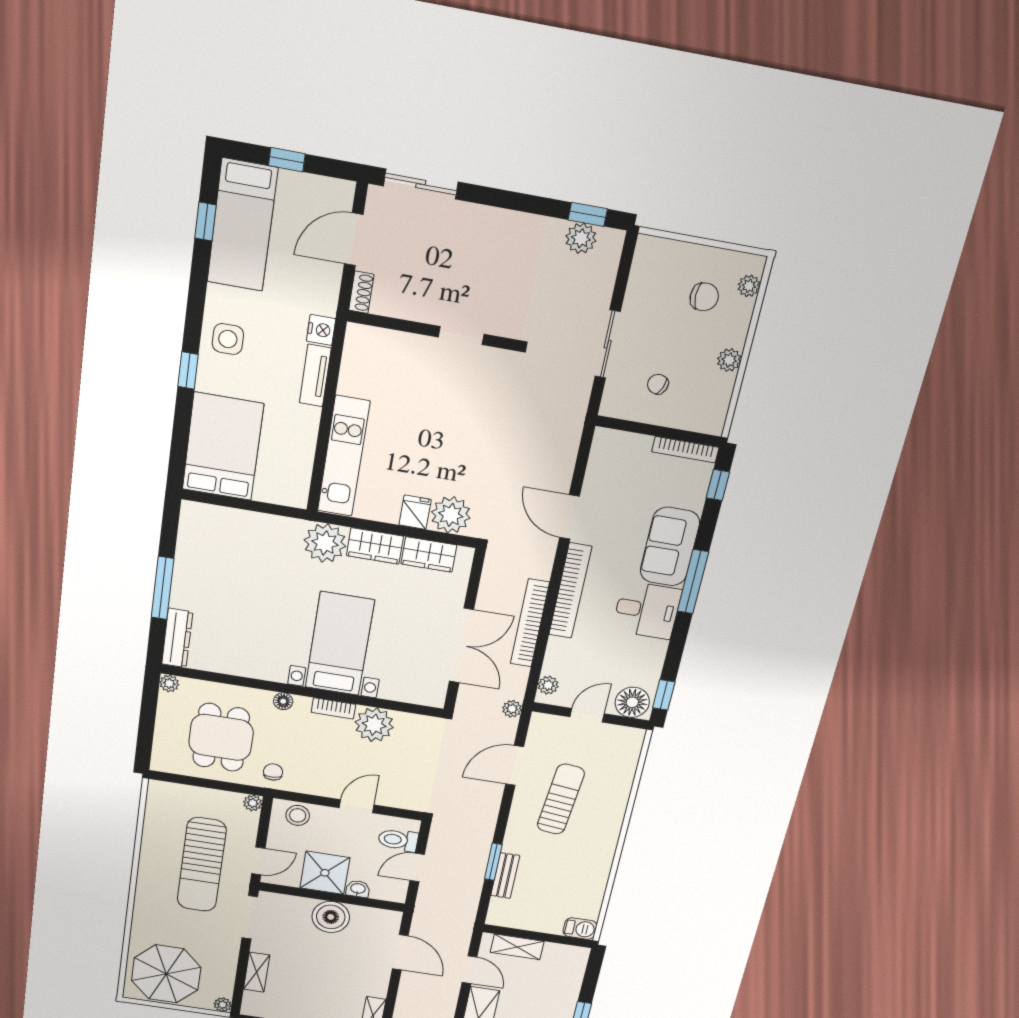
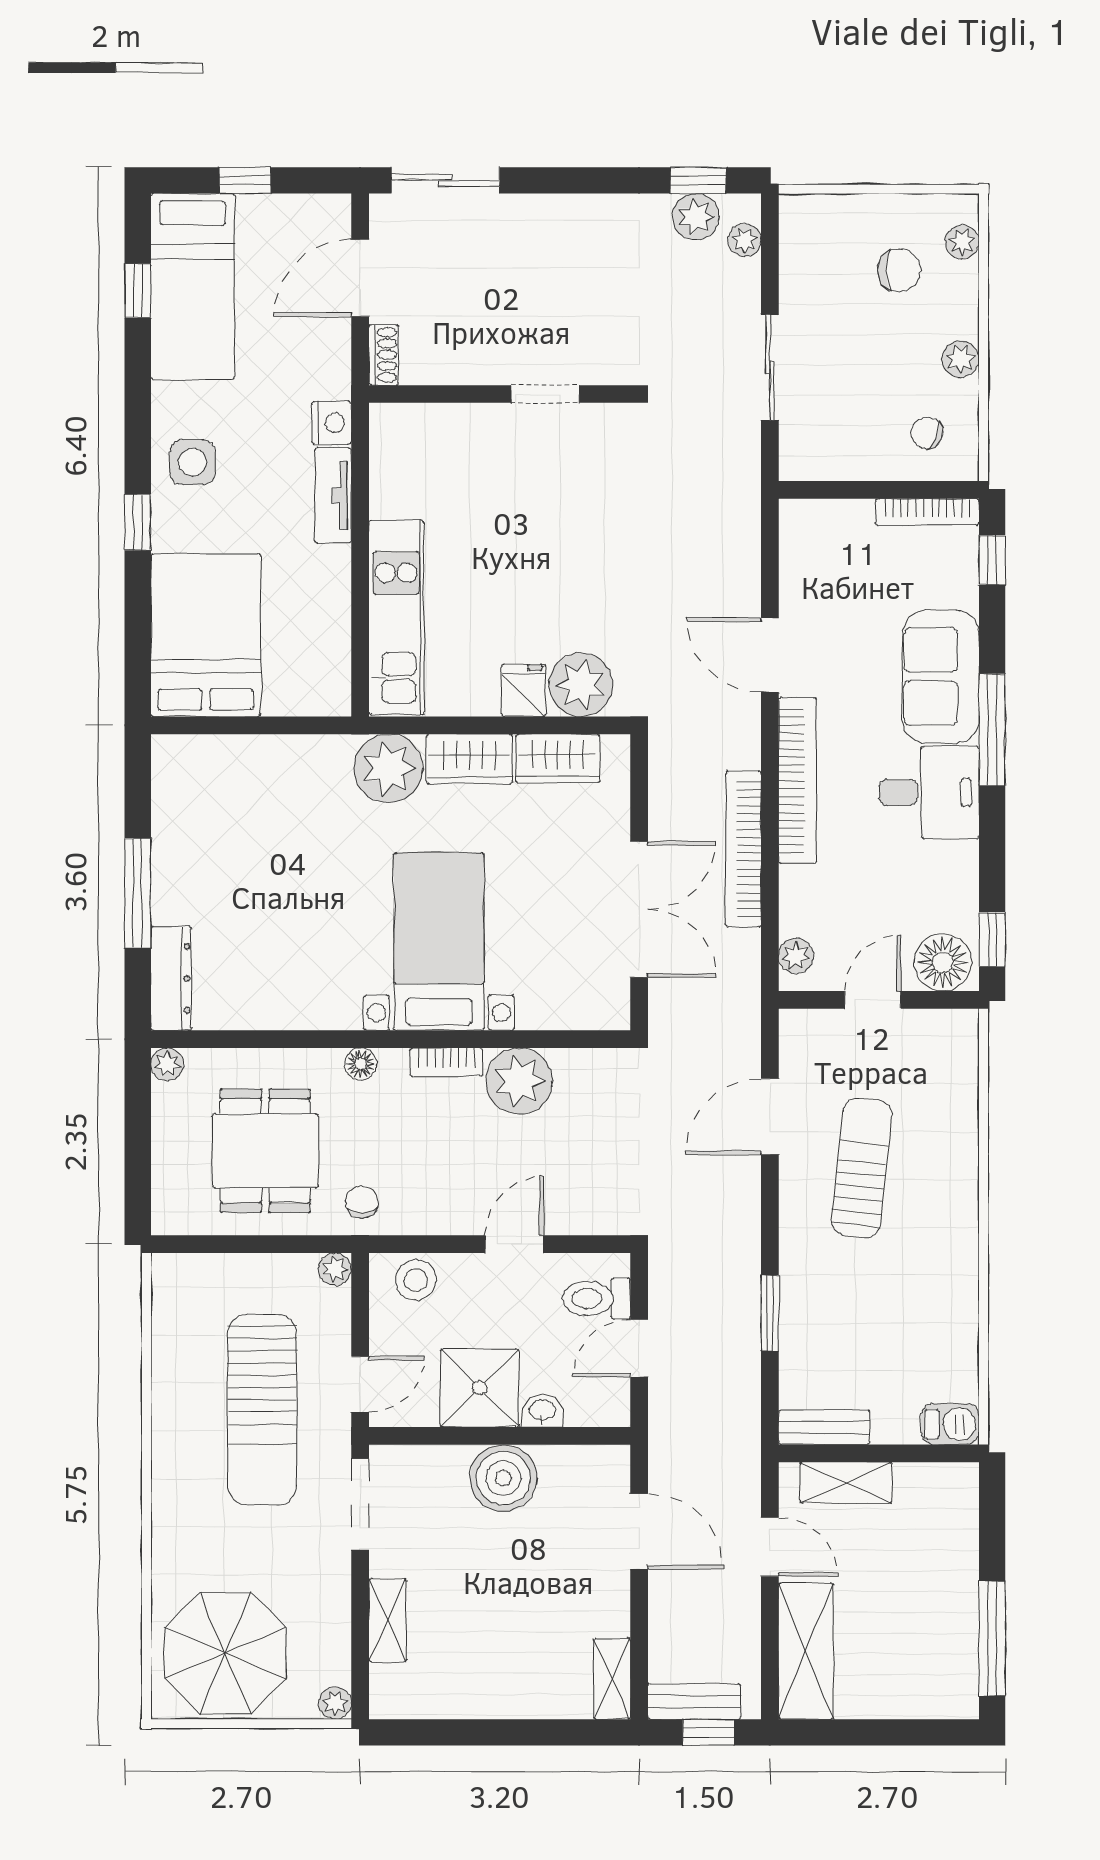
chair: (658, 384) -> (927, 433), moved
plant: (512, 709) -> (745, 240), moved
bench: (505, 876) -> (824, 1427), moved, turned 90

